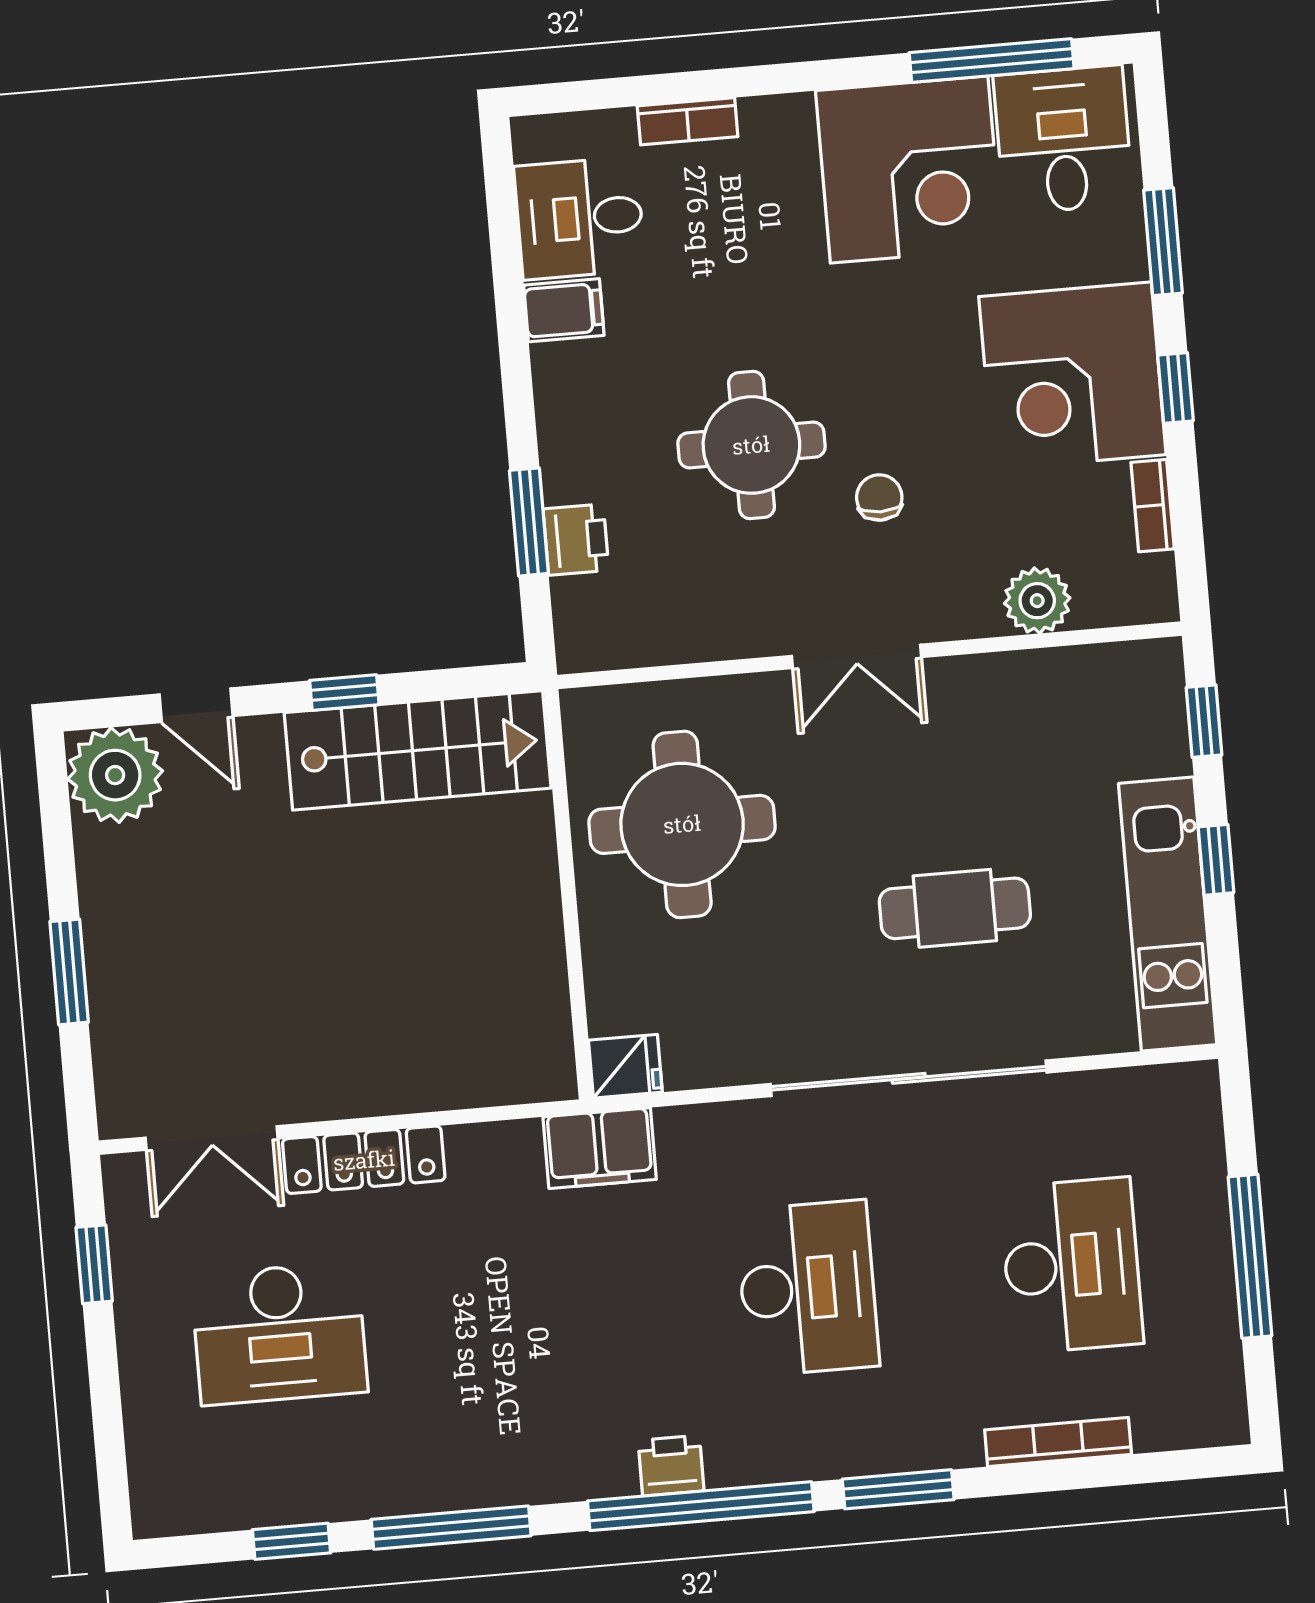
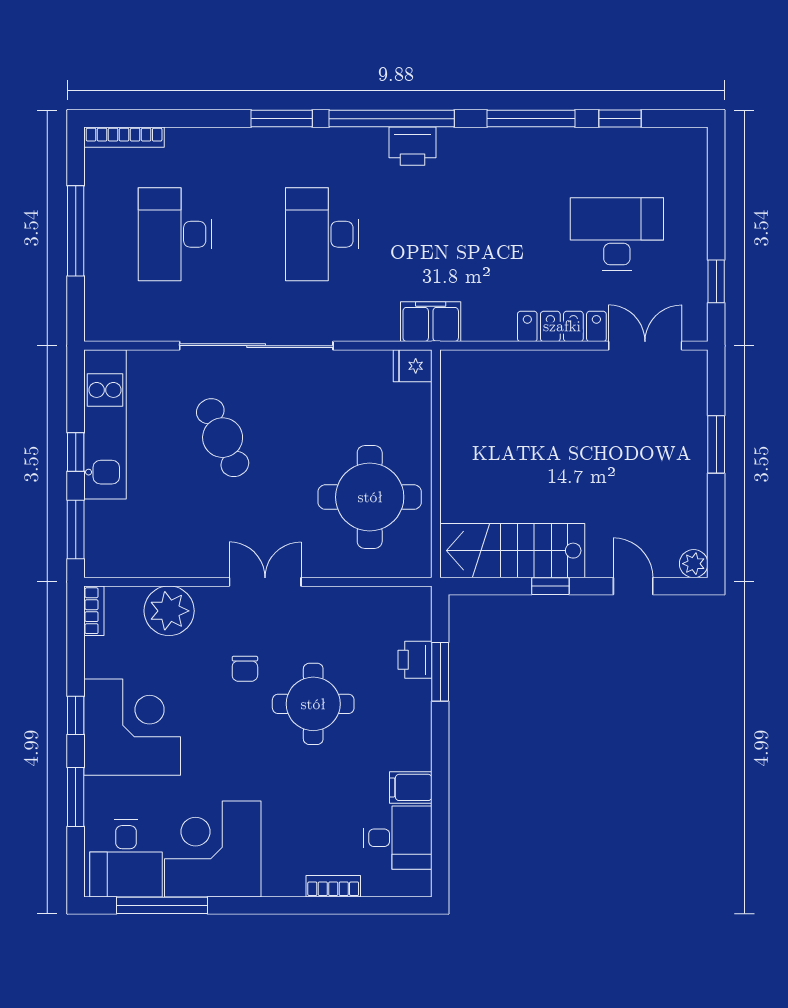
bookcase: (1153, 506) -> (94, 611), moved
plant: (1037, 601) -> (169, 611), width x1.36, depth x1.36
window: (1204, 721) -> (76, 529), width x1.50
plant: (115, 775) -> (694, 564), width x0.53, depth x0.53
cafe table: (955, 908) -> (223, 438), turned 65
bookcase: (1058, 1442) -> (124, 137), moved
printer: (671, 1466) -> (412, 146), width x1.36, depth x1.24

